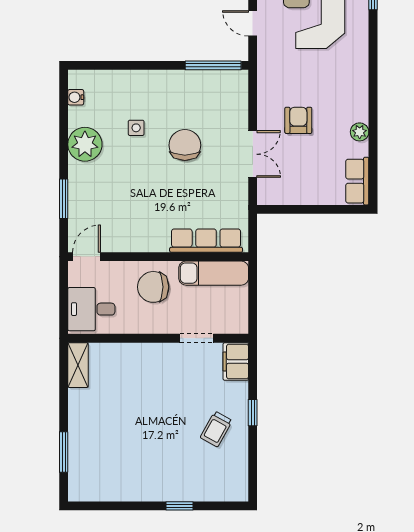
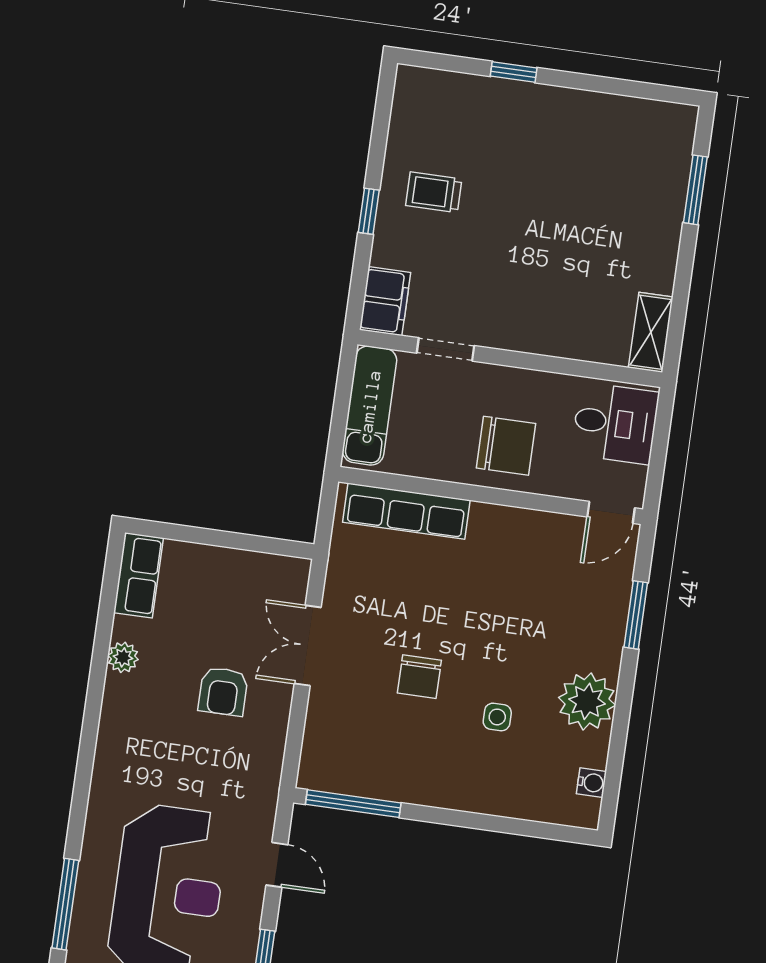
chair: (185, 145) -> (419, 677), width x0.73, depth x0.73
exam couch: (214, 273) -> (370, 406), moved, turned 90
trolley: (216, 429) -> (434, 192), turned -119

